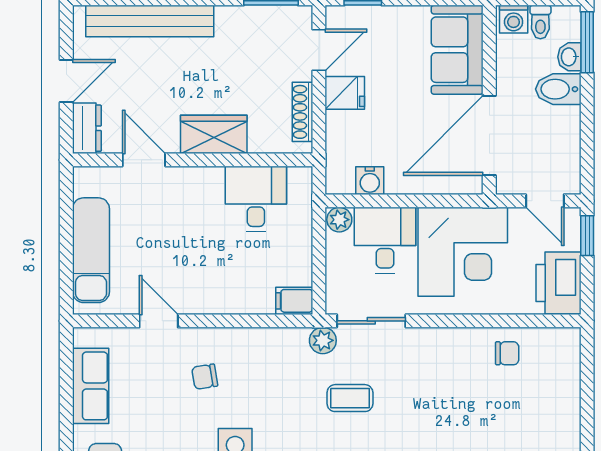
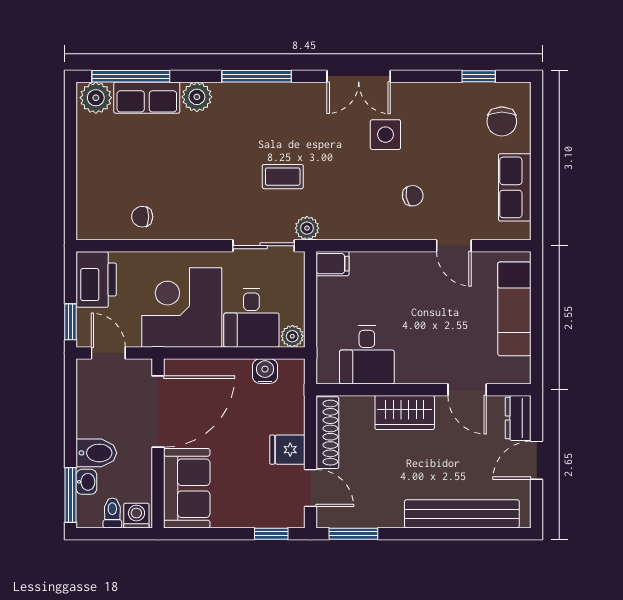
door: (319, 50) -> (311, 488), swing flipped
shoe rack: (302, 112) -> (327, 433), width x1.36, depth x1.24

